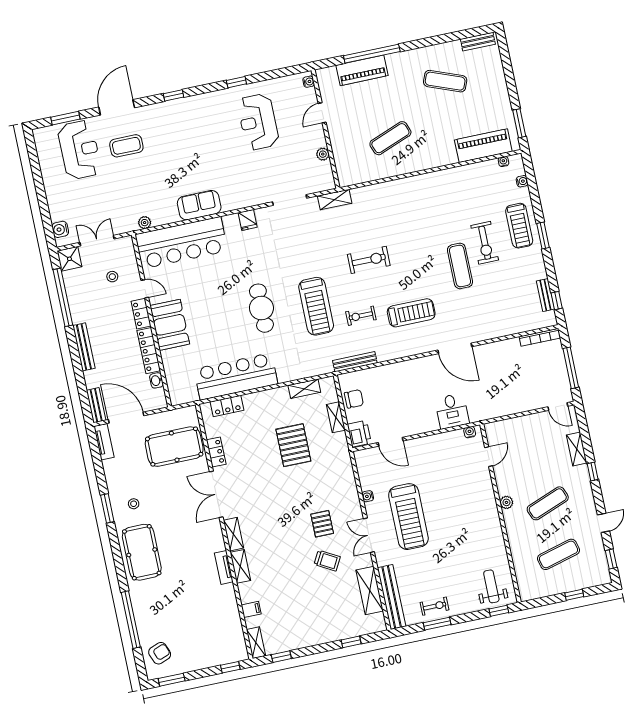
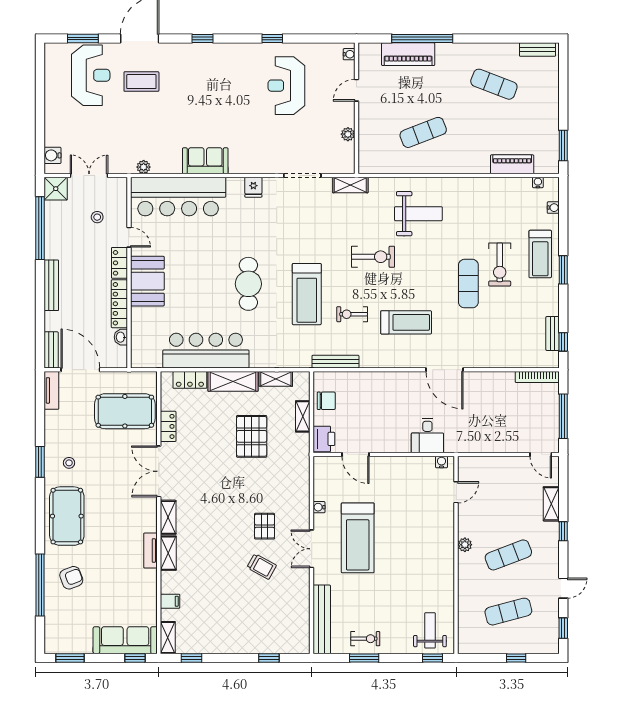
piano: (483, 146) -> (512, 164), width x0.73, depth x0.75
weight bench: (402, 212) -> (418, 214), added
shelving: (370, 590) -> (233, 381), moved, turned 90
armchair: (160, 653) -> (71, 578), moved
sofa: (218, 653) -> (125, 640), added

